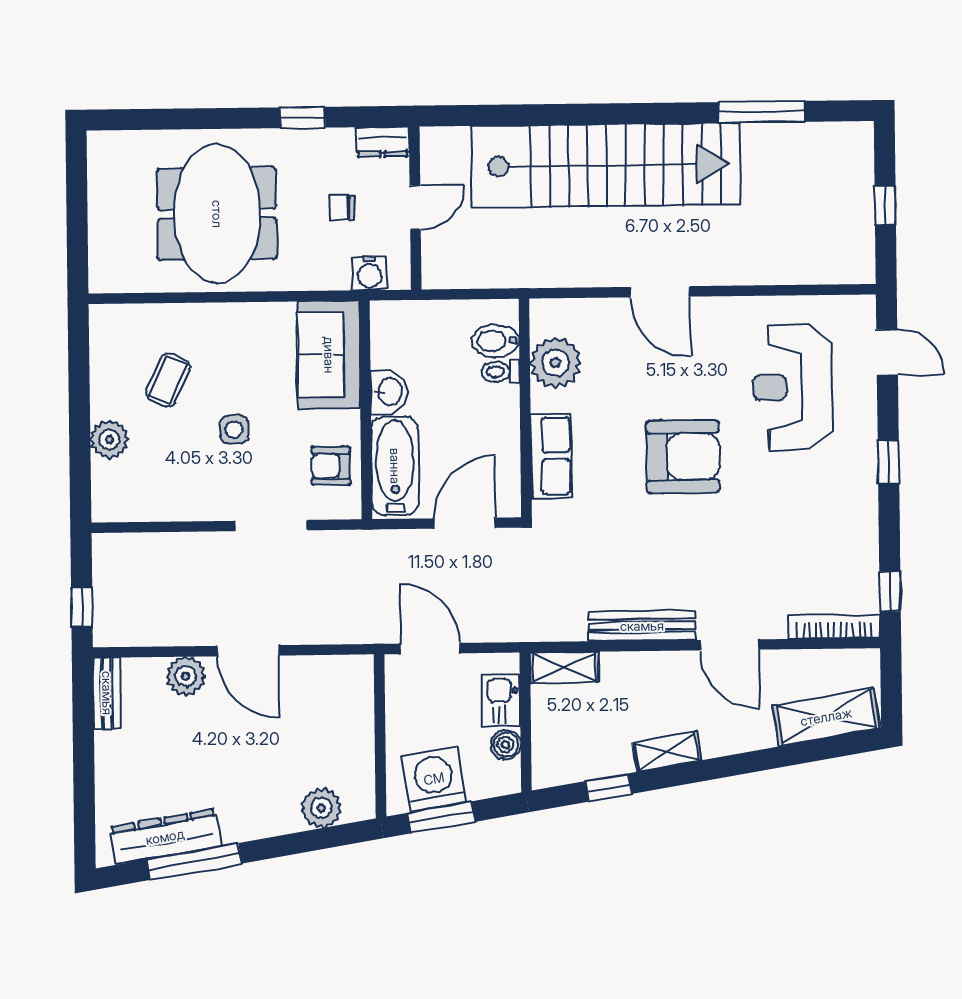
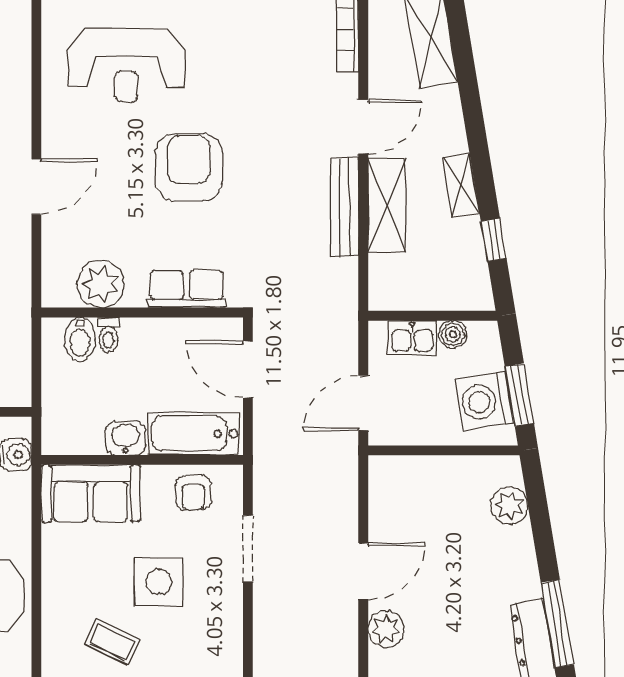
side table: (234, 429) -> (159, 582), width x1.87, depth x1.87
shelving: (564, 667) -> (387, 205), moved, width x1.50, depth x1.33

